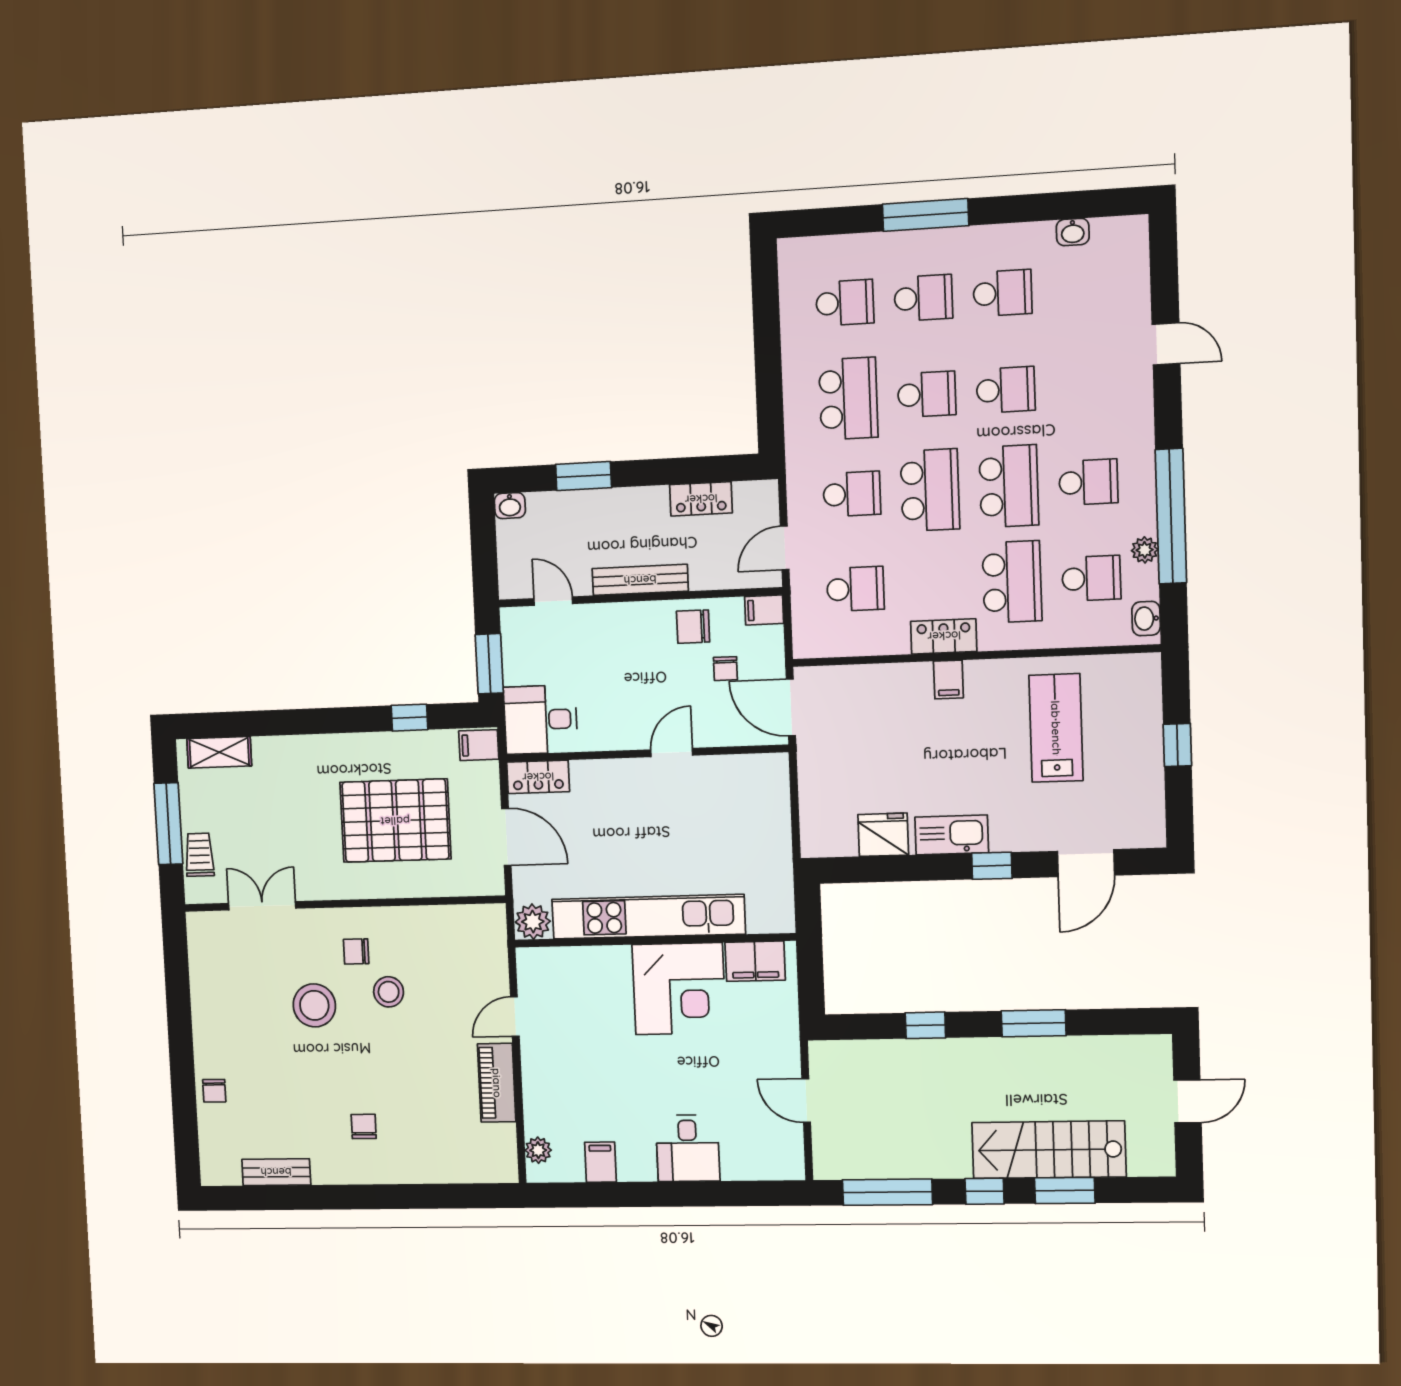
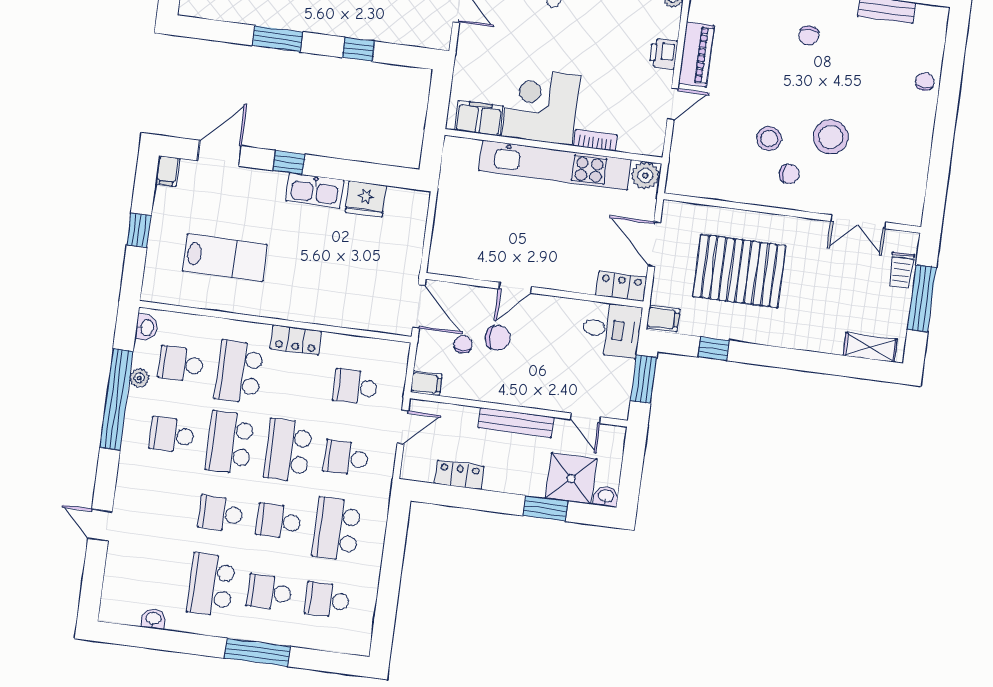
school desk: (1003, 293) -> (211, 585), width x1.85
shower: (558, 521) -> (571, 478), added
chair: (693, 627) -> (498, 338), moved
filing cabinet: (948, 679) -> (168, 171), moved, turned 180
lab bench: (1056, 728) -> (225, 258), turned -90
bookcase: (603, 956) -> (595, 140), added
printer: (538, 1078) -> (663, 54), added

